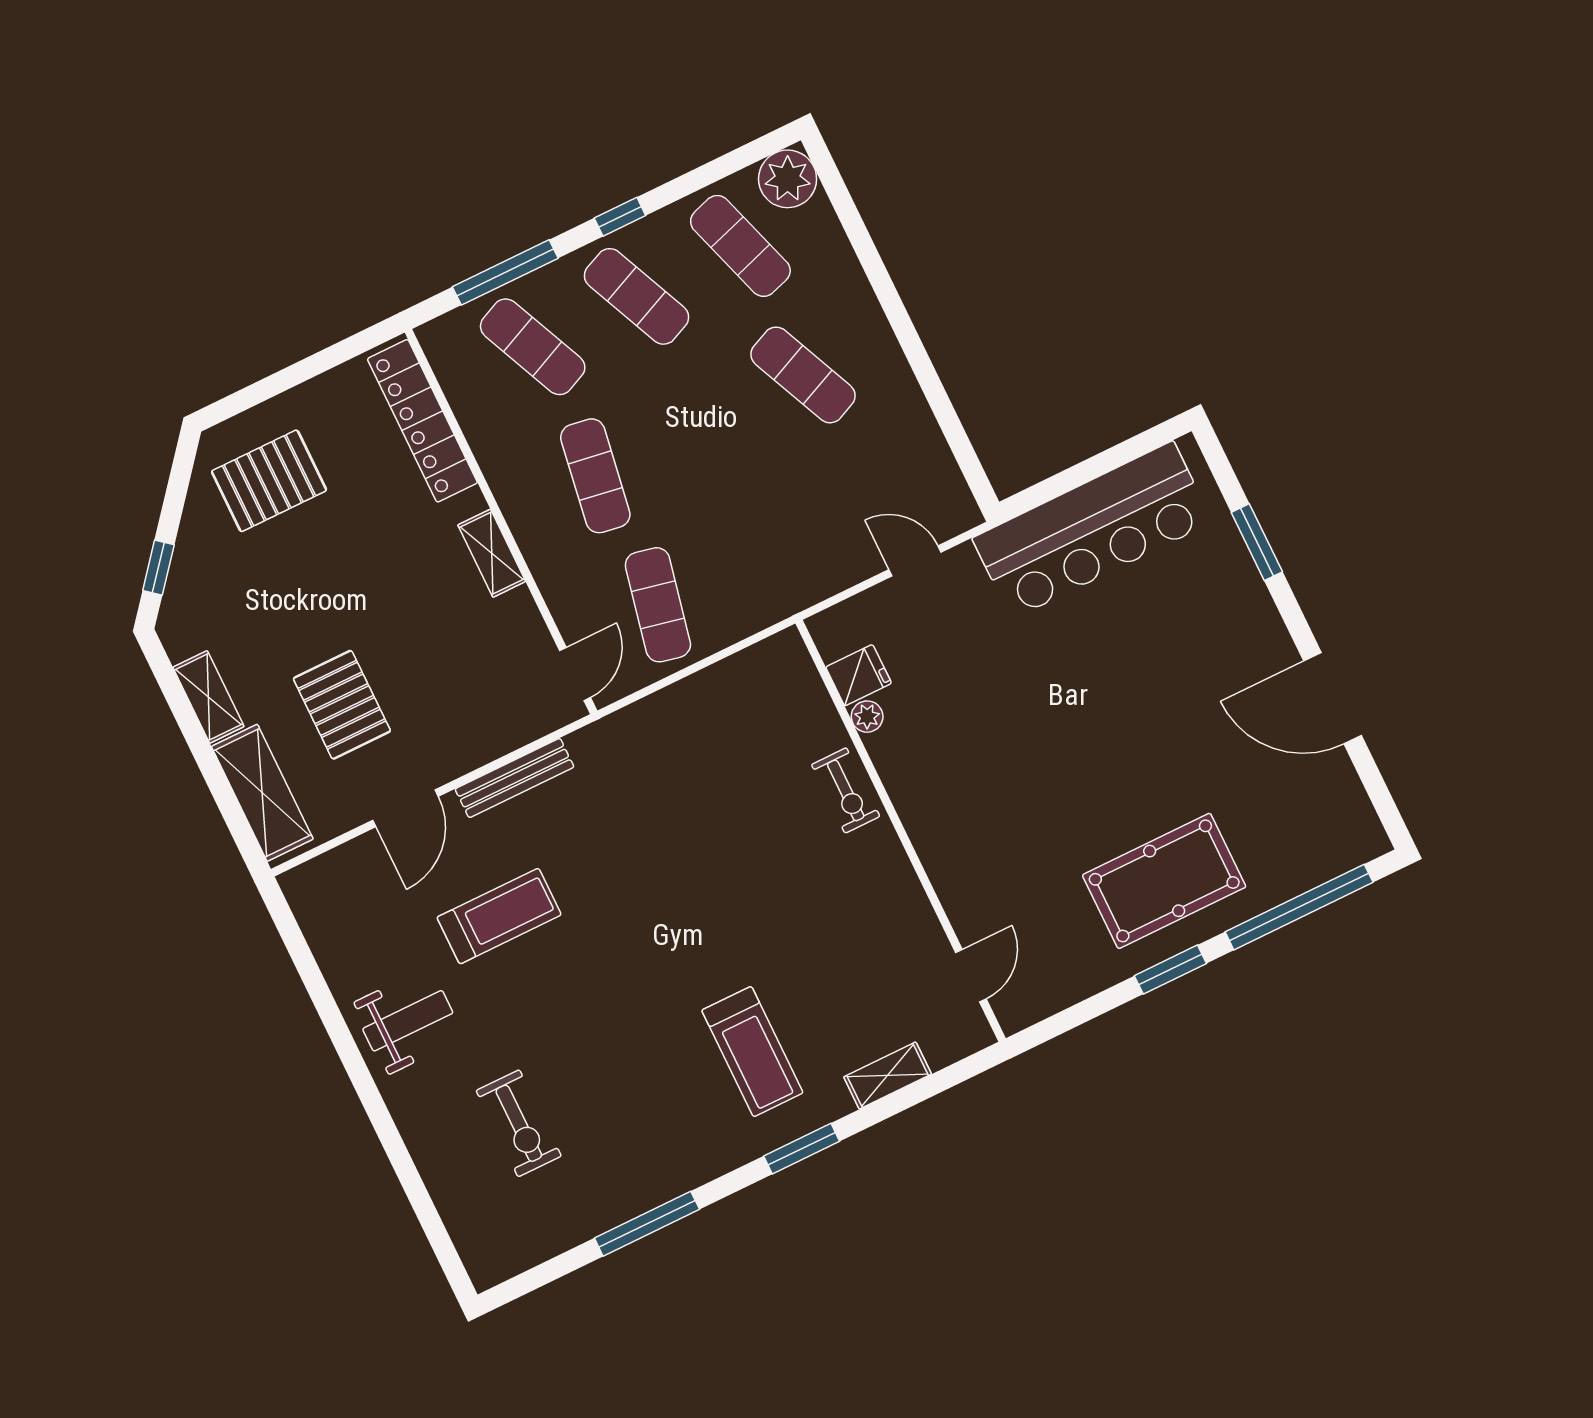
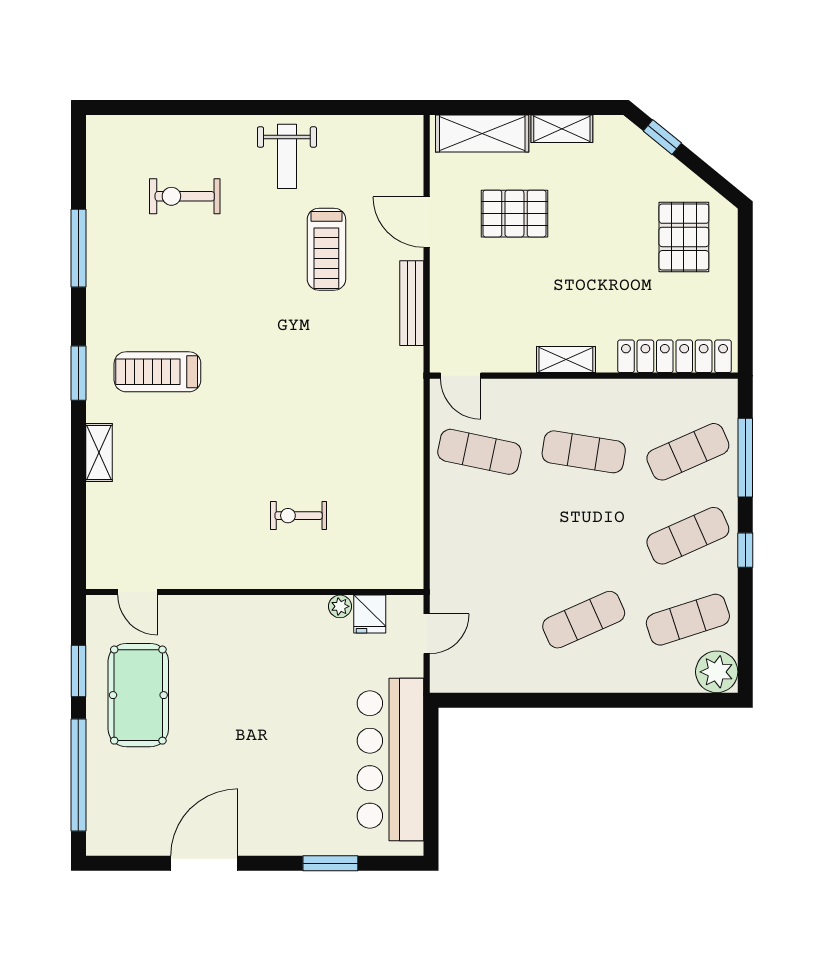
fridge: (859, 675) -> (370, 614), moved
plant: (867, 717) -> (340, 606), moved
wall: (901, 831) -> (255, 592), moved
door: (971, 976) -> (138, 592), moved

